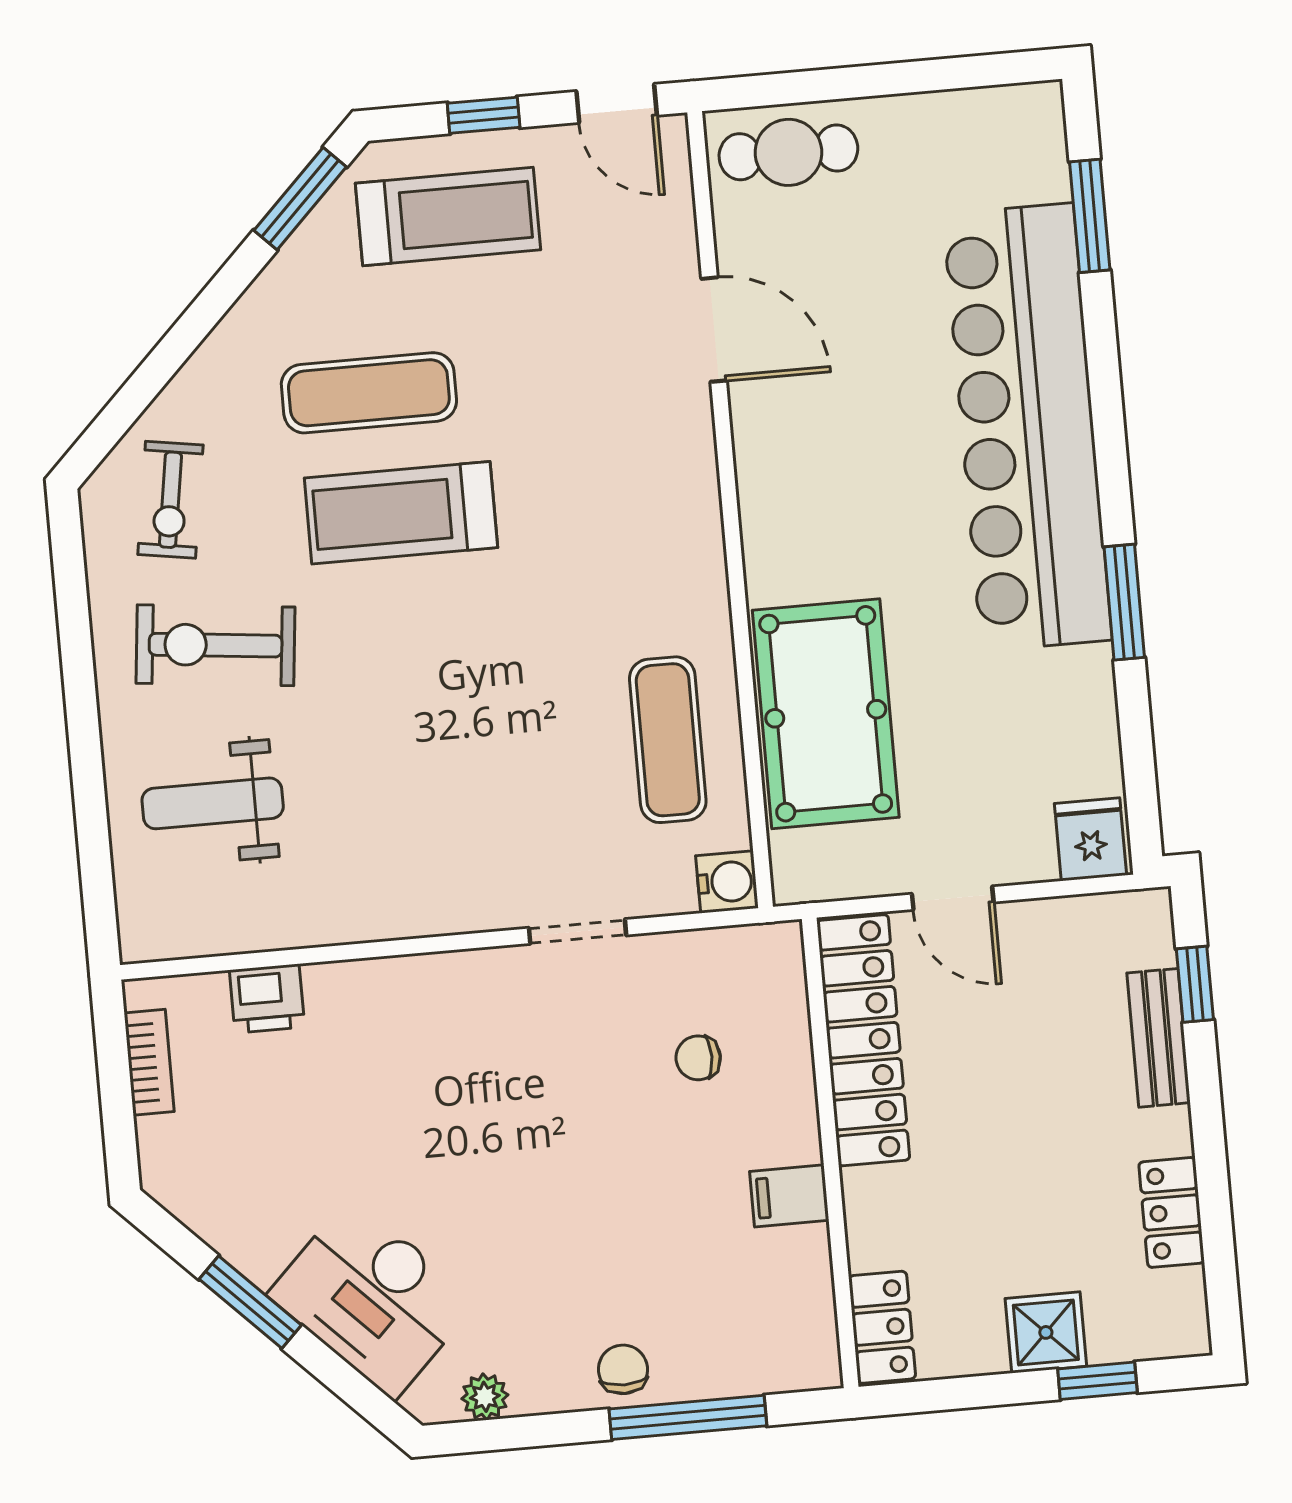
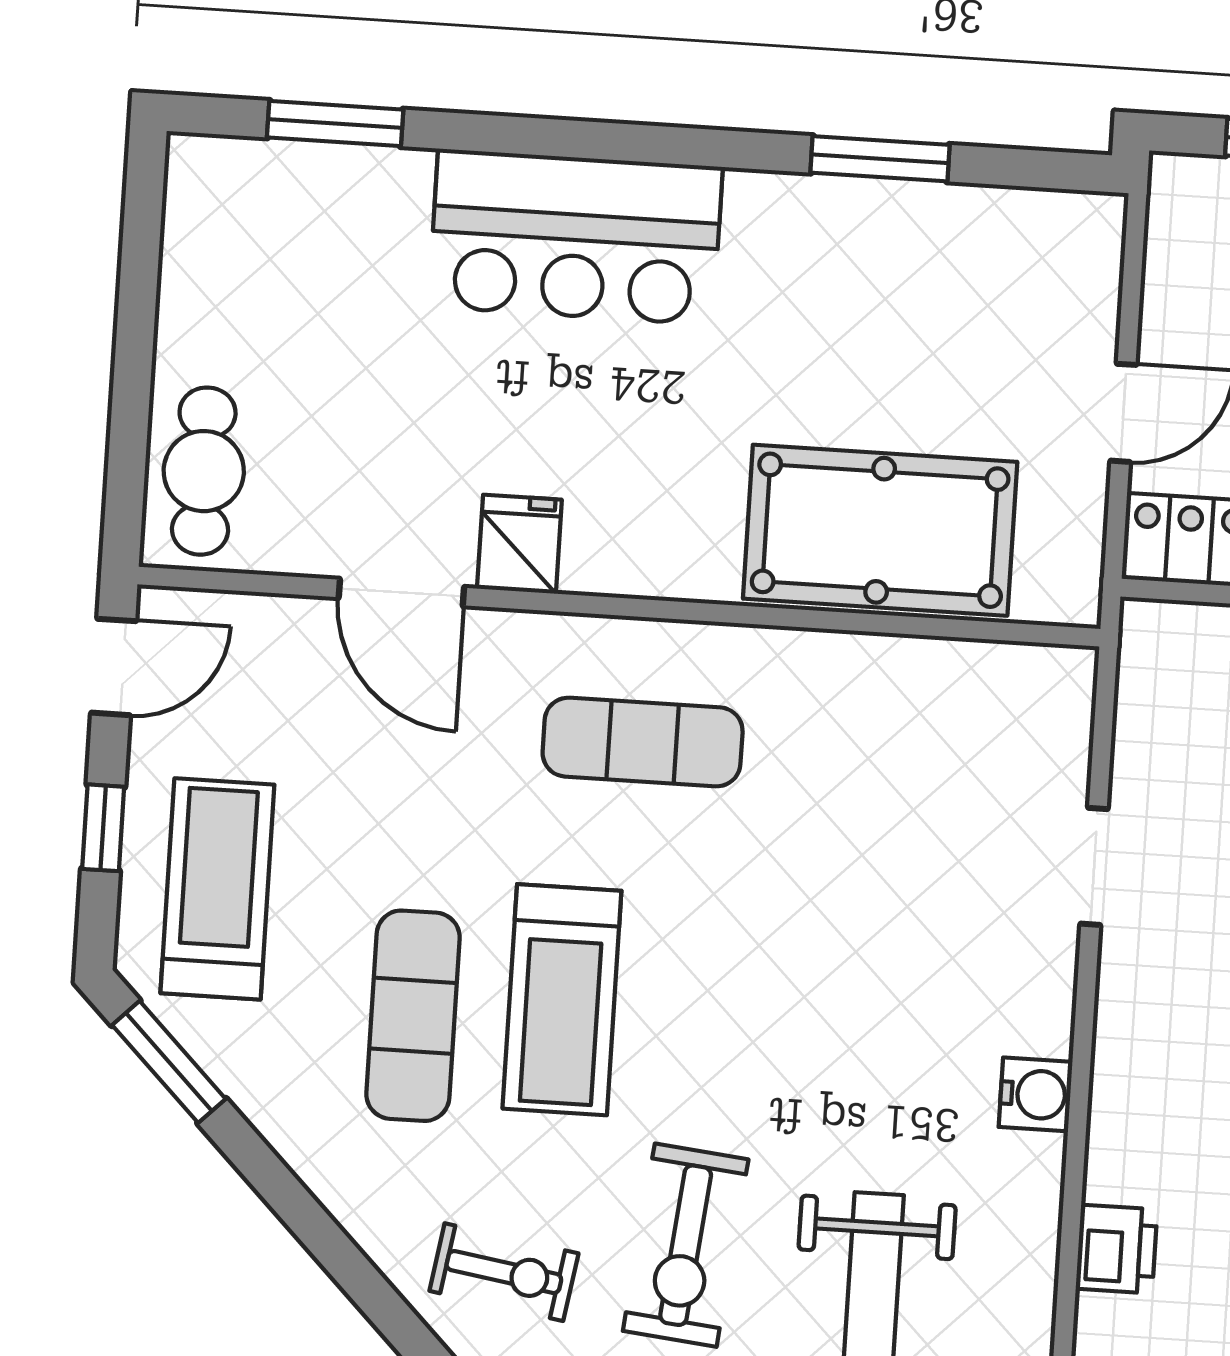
door: (714, 330) -> (401, 593), swing flipped
bar counter: (1027, 427) -> (575, 237), width x0.54
window: (1124, 602) -> (880, 159), moved
exercise mat: (668, 740) -> (643, 742), moved
fridge: (1090, 839) -> (519, 544), moved, turned 90
water cooler: (727, 882) -> (1036, 1094), moved, turned 90

